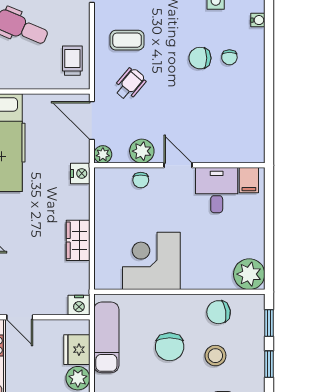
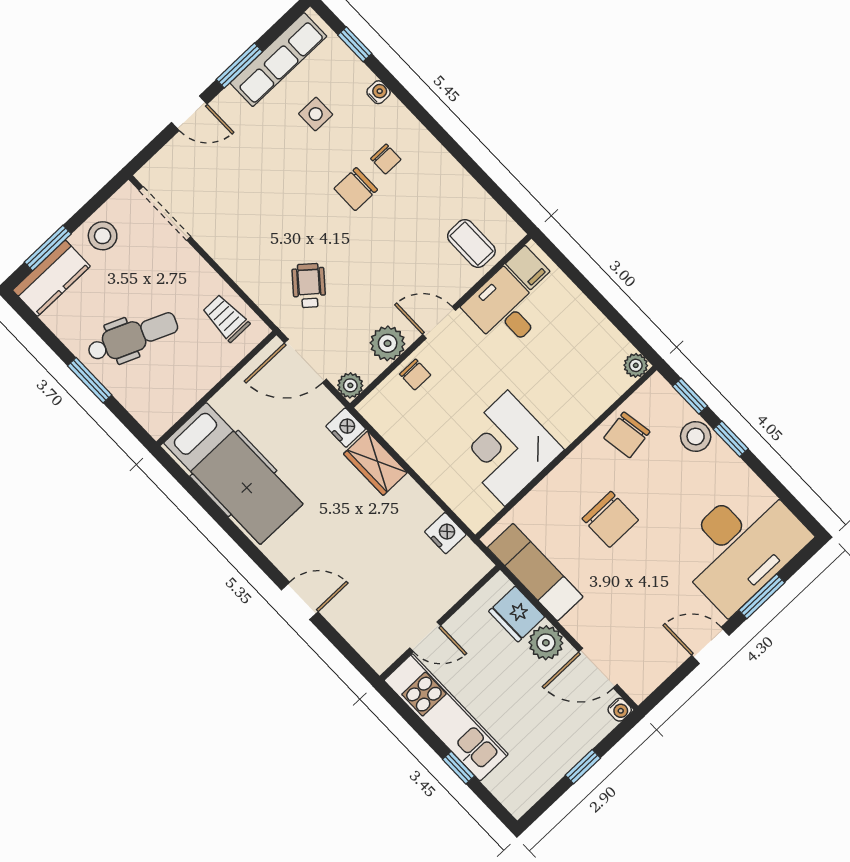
coffee table: (127, 40) -> (471, 244), moved, turned 90
wardrobe: (78, 240) -> (375, 463), moved
plant: (249, 274) -> (636, 365), width x0.53, depth x0.53
nightstand: (79, 305) -> (445, 533), moved, turned -90
stool: (215, 356) -> (696, 437), moved

